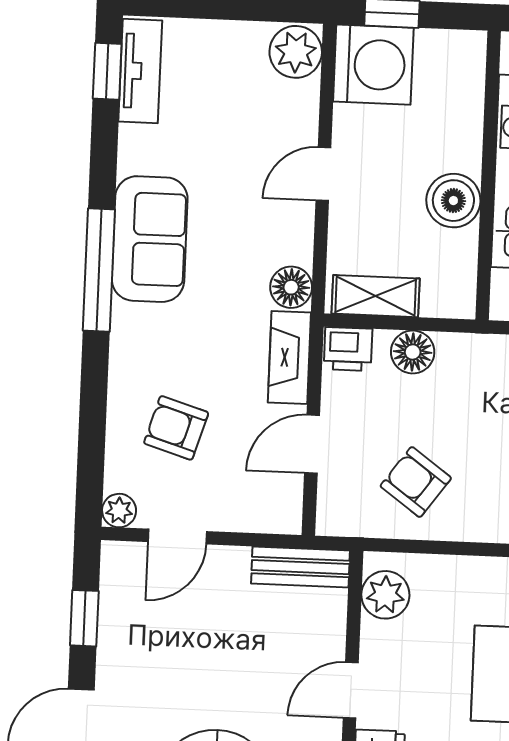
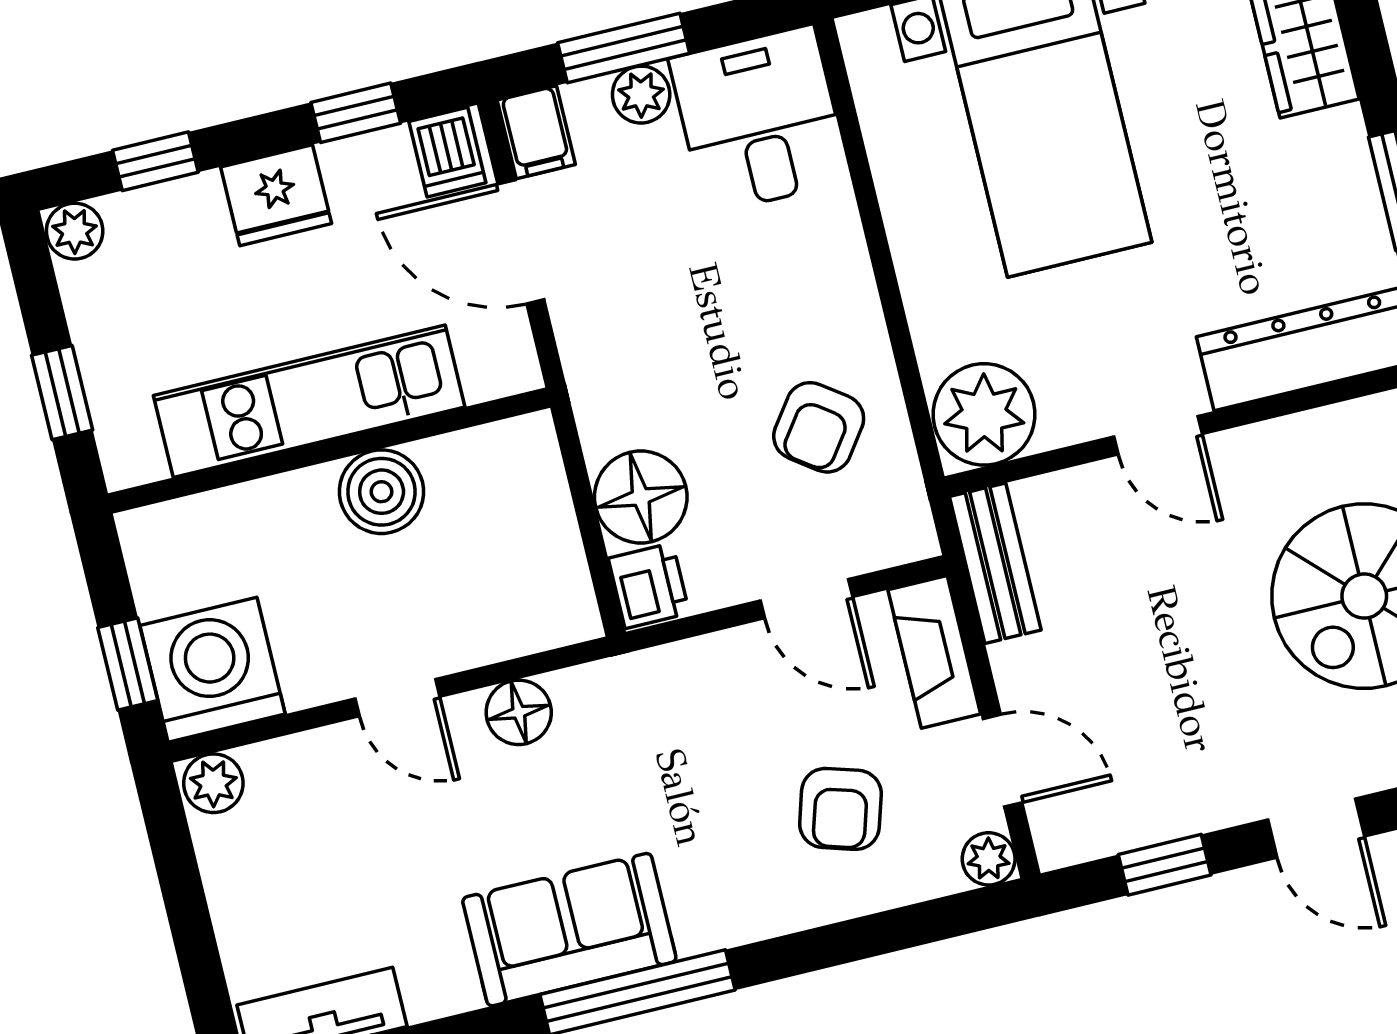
plant: (296, 52) -> (213, 783), width x0.73, depth x0.73
floor lamp: (291, 287) -> (519, 712), moved
shelving: (376, 296) -> (558, 567), removed
floor lamp: (413, 352) -> (641, 497), width x1.38, depth x1.38
fireplace: (289, 357) -> (934, 652), moved, turned 90
plant: (385, 595) -> (984, 414), width x1.36, depth x1.36

